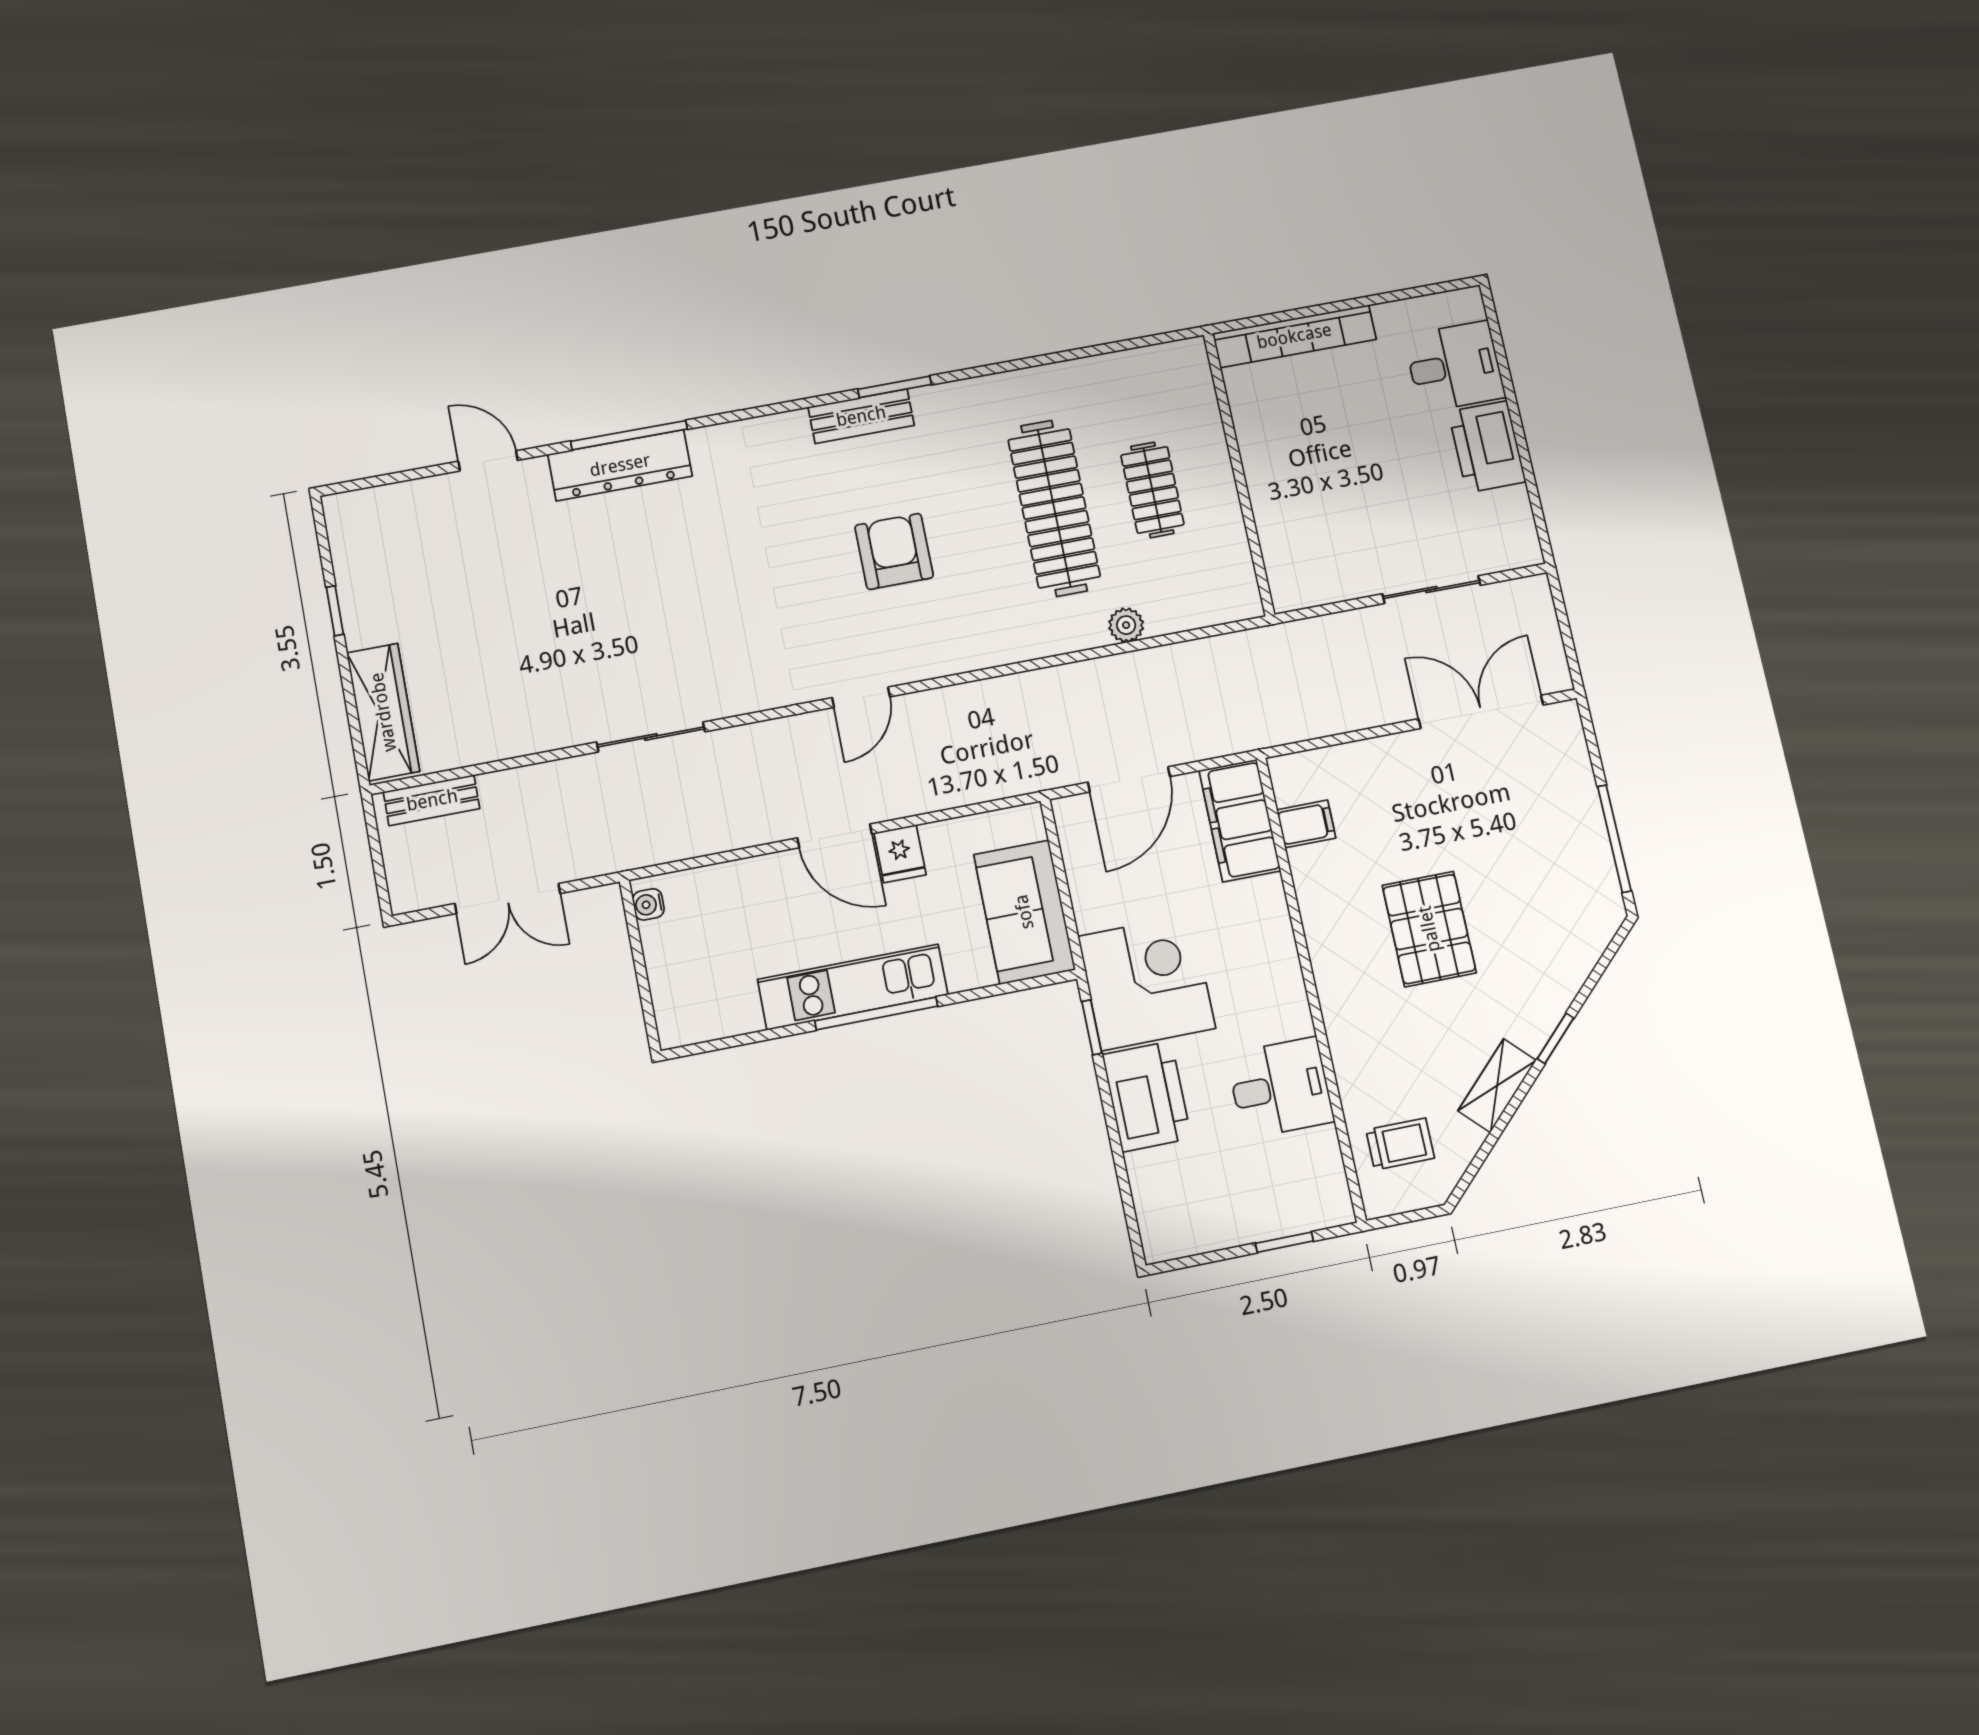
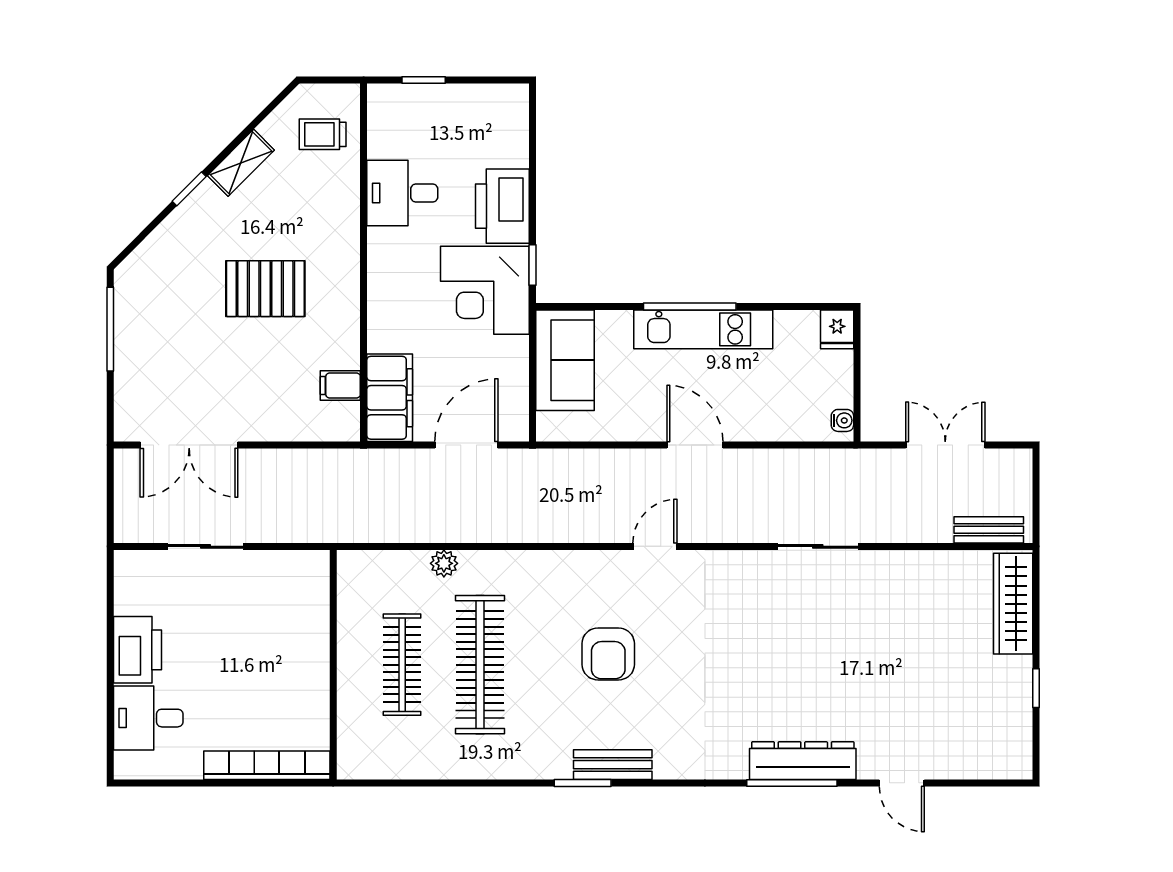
clothes rail: (1152, 490) -> (402, 665), width x1.36
fridge: (900, 854) -> (837, 329), moved, turned 180
pallet: (1429, 929) -> (265, 289), turned 90

